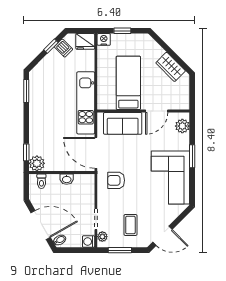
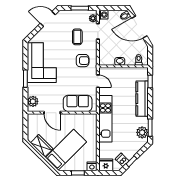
bed: (128, 83) -> (66, 150), moved, turned -135
door: (157, 111) -> (52, 113), swing flipped
kitchen counter: (37, 130) -> (142, 99), added
door: (96, 153) -> (98, 81), width x0.53
plant: (37, 163) -> (142, 132), moved
coffee table: (130, 225) -> (77, 37), moved

